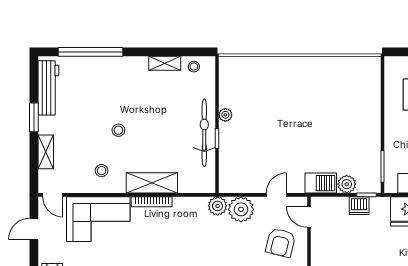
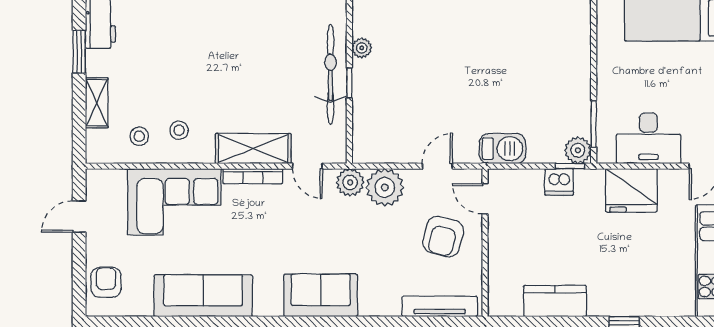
stool: (118, 130) -> (139, 136), moved
plant: (347, 184) -> (578, 150), moved
door: (53, 195) -> (307, 166), moved

